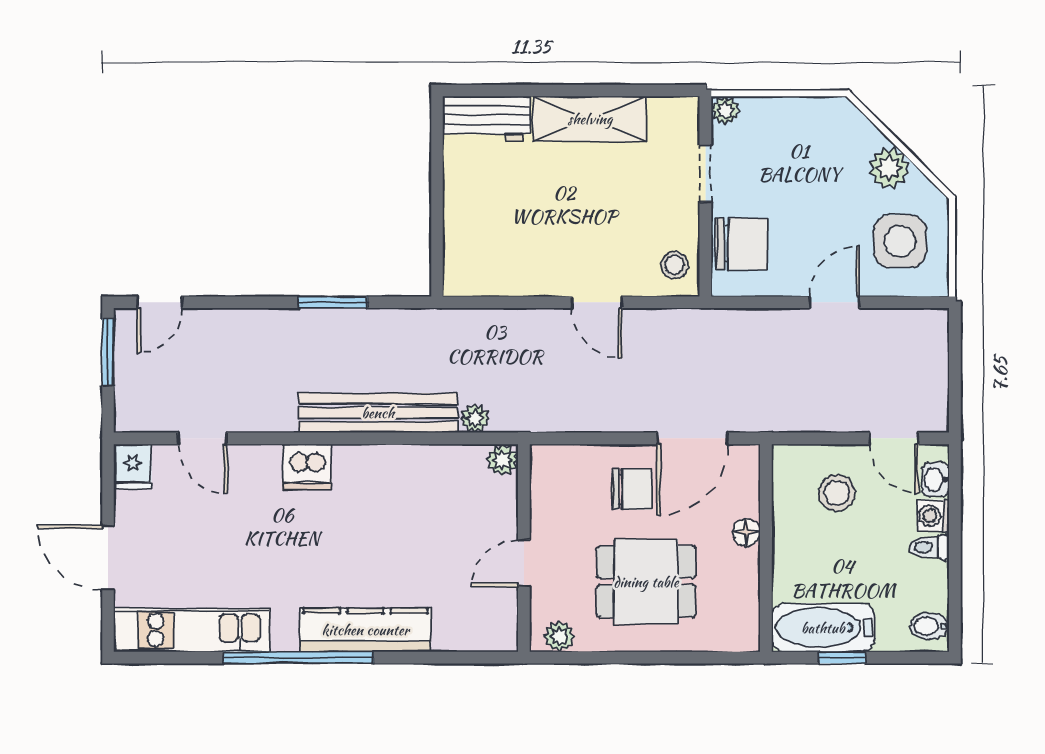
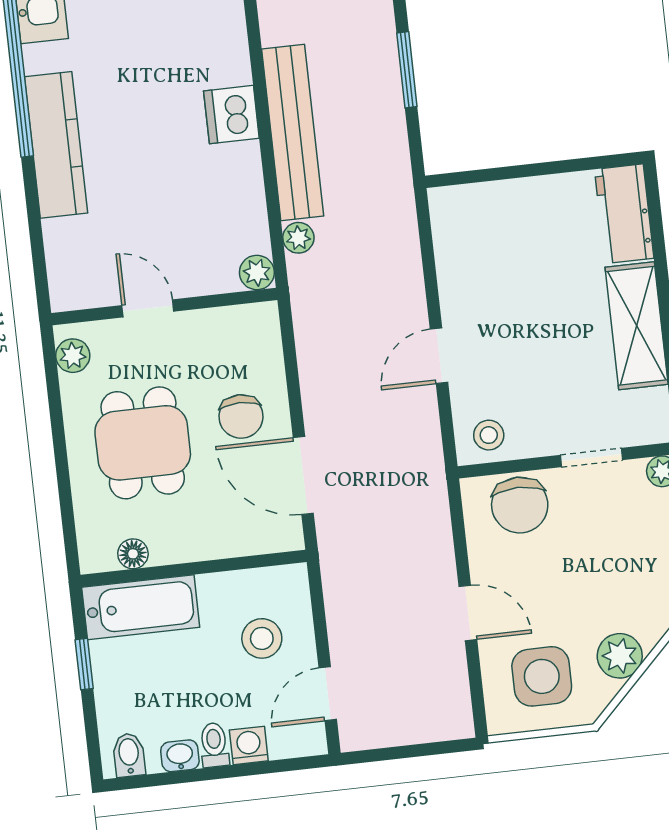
dishwasher: (307, 467) -> (231, 115), moved
washbasin: (935, 480) -> (180, 756), moved
floor lamp: (746, 532) -> (133, 554), moved
bathtub: (823, 628) -> (141, 607), moved, turned 90

